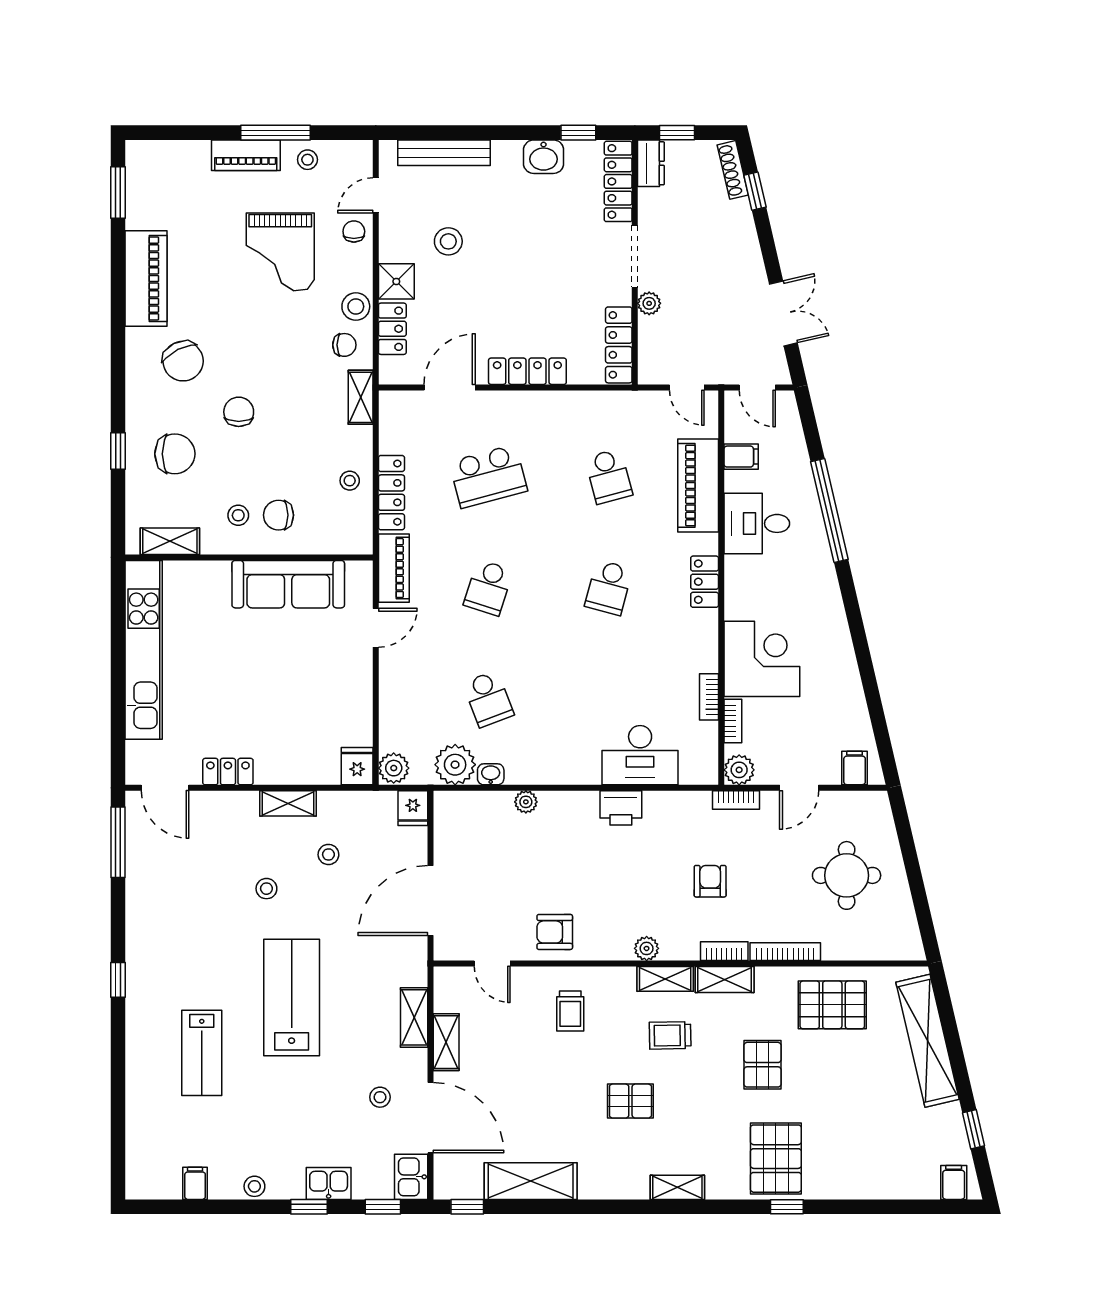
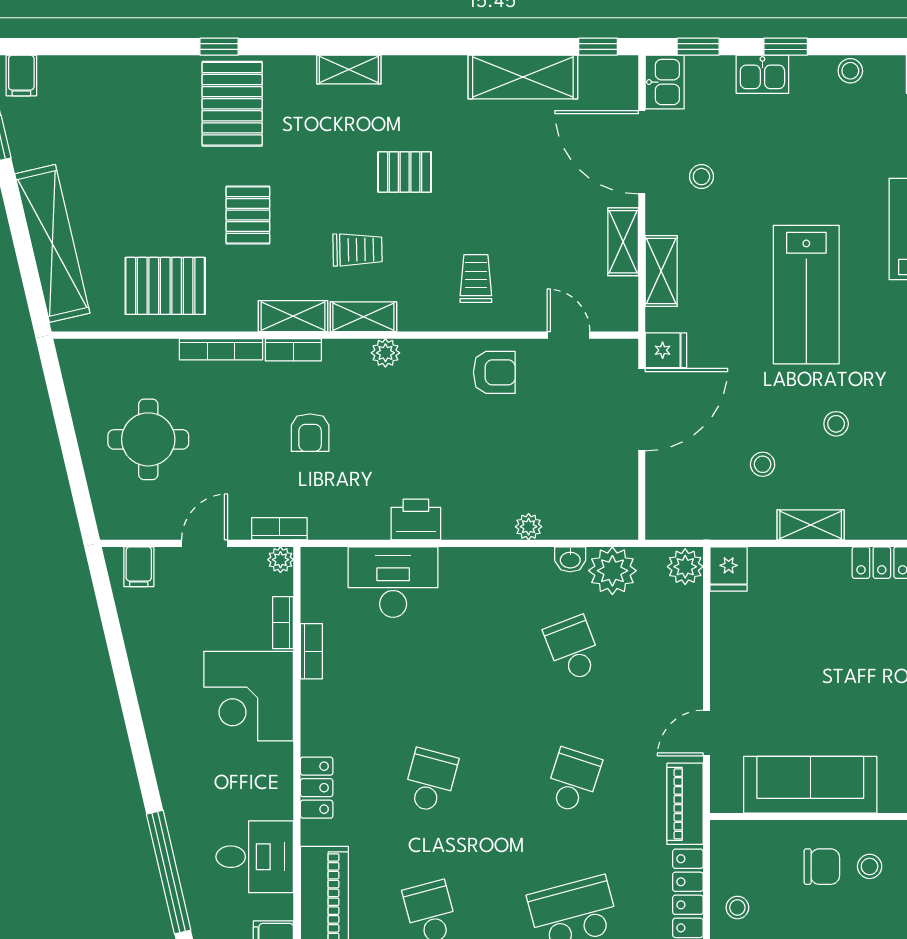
plant: (739, 770) -> (280, 560), width x0.73, depth x0.73
fridge: (413, 808) -> (666, 350), moved, turned 90

